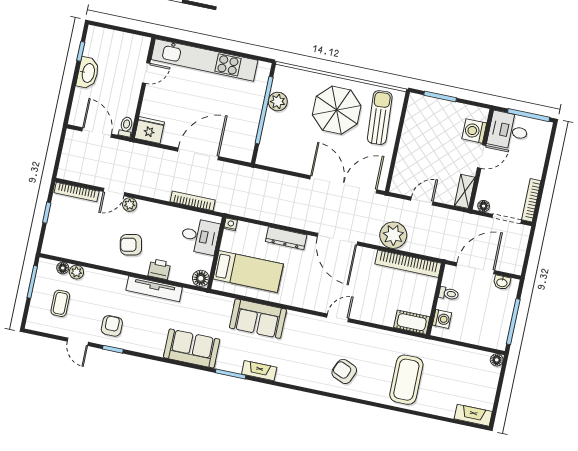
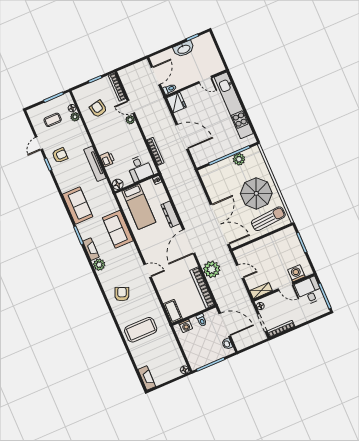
armchair: (131, 245) -> (98, 109), moved
plant: (286, 374) -> (99, 265), added

